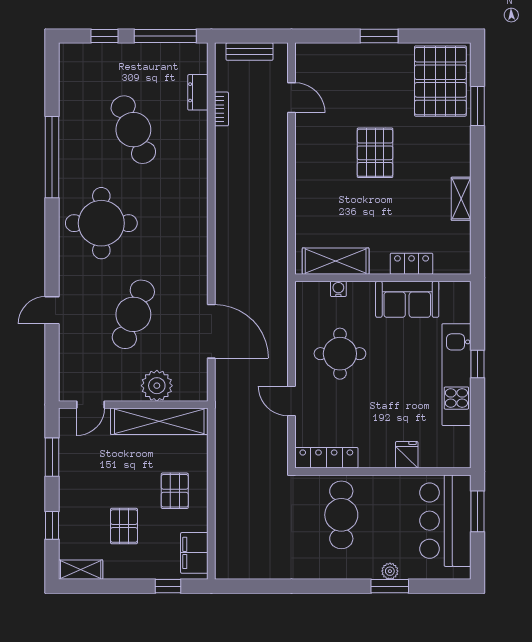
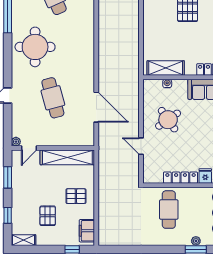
cafe table: (133, 314) -> (53, 98), turned -36
round table: (340, 354) -> (168, 120), turned -35
plant: (157, 386) -> (16, 142), moved, width x0.53, depth x0.53
locker: (326, 458) -> (181, 178), moved
pallet: (175, 491) -> (76, 196), turned 90

